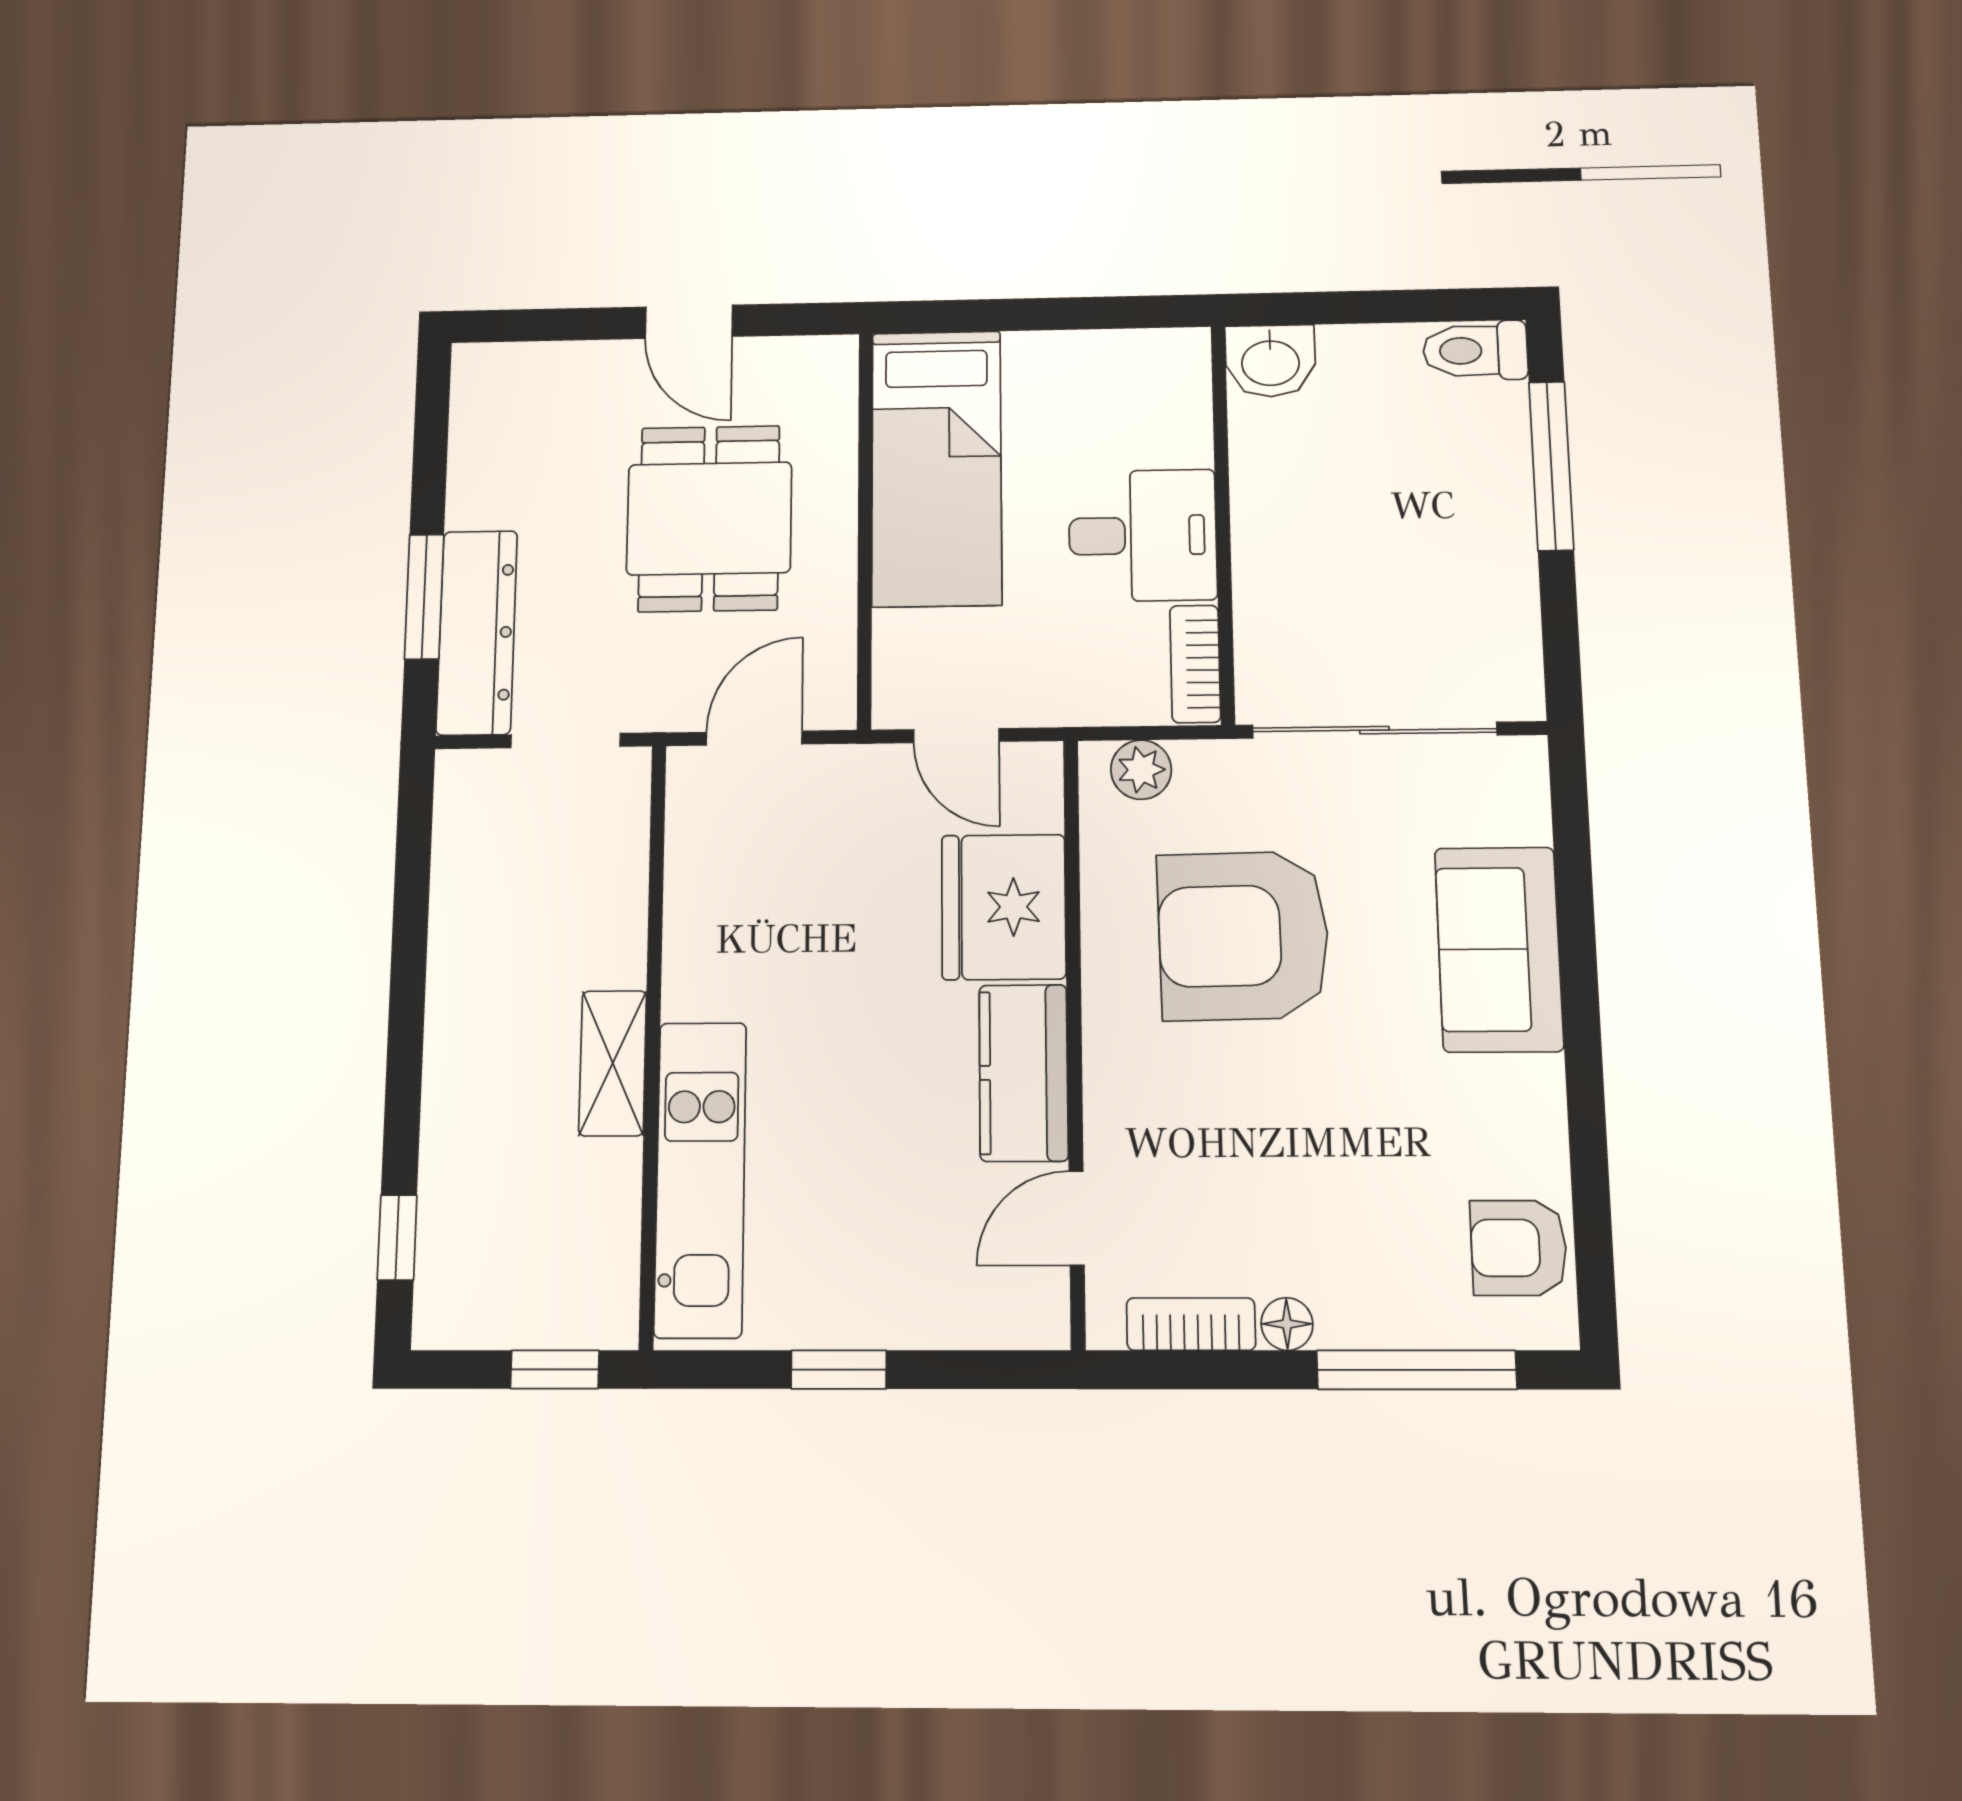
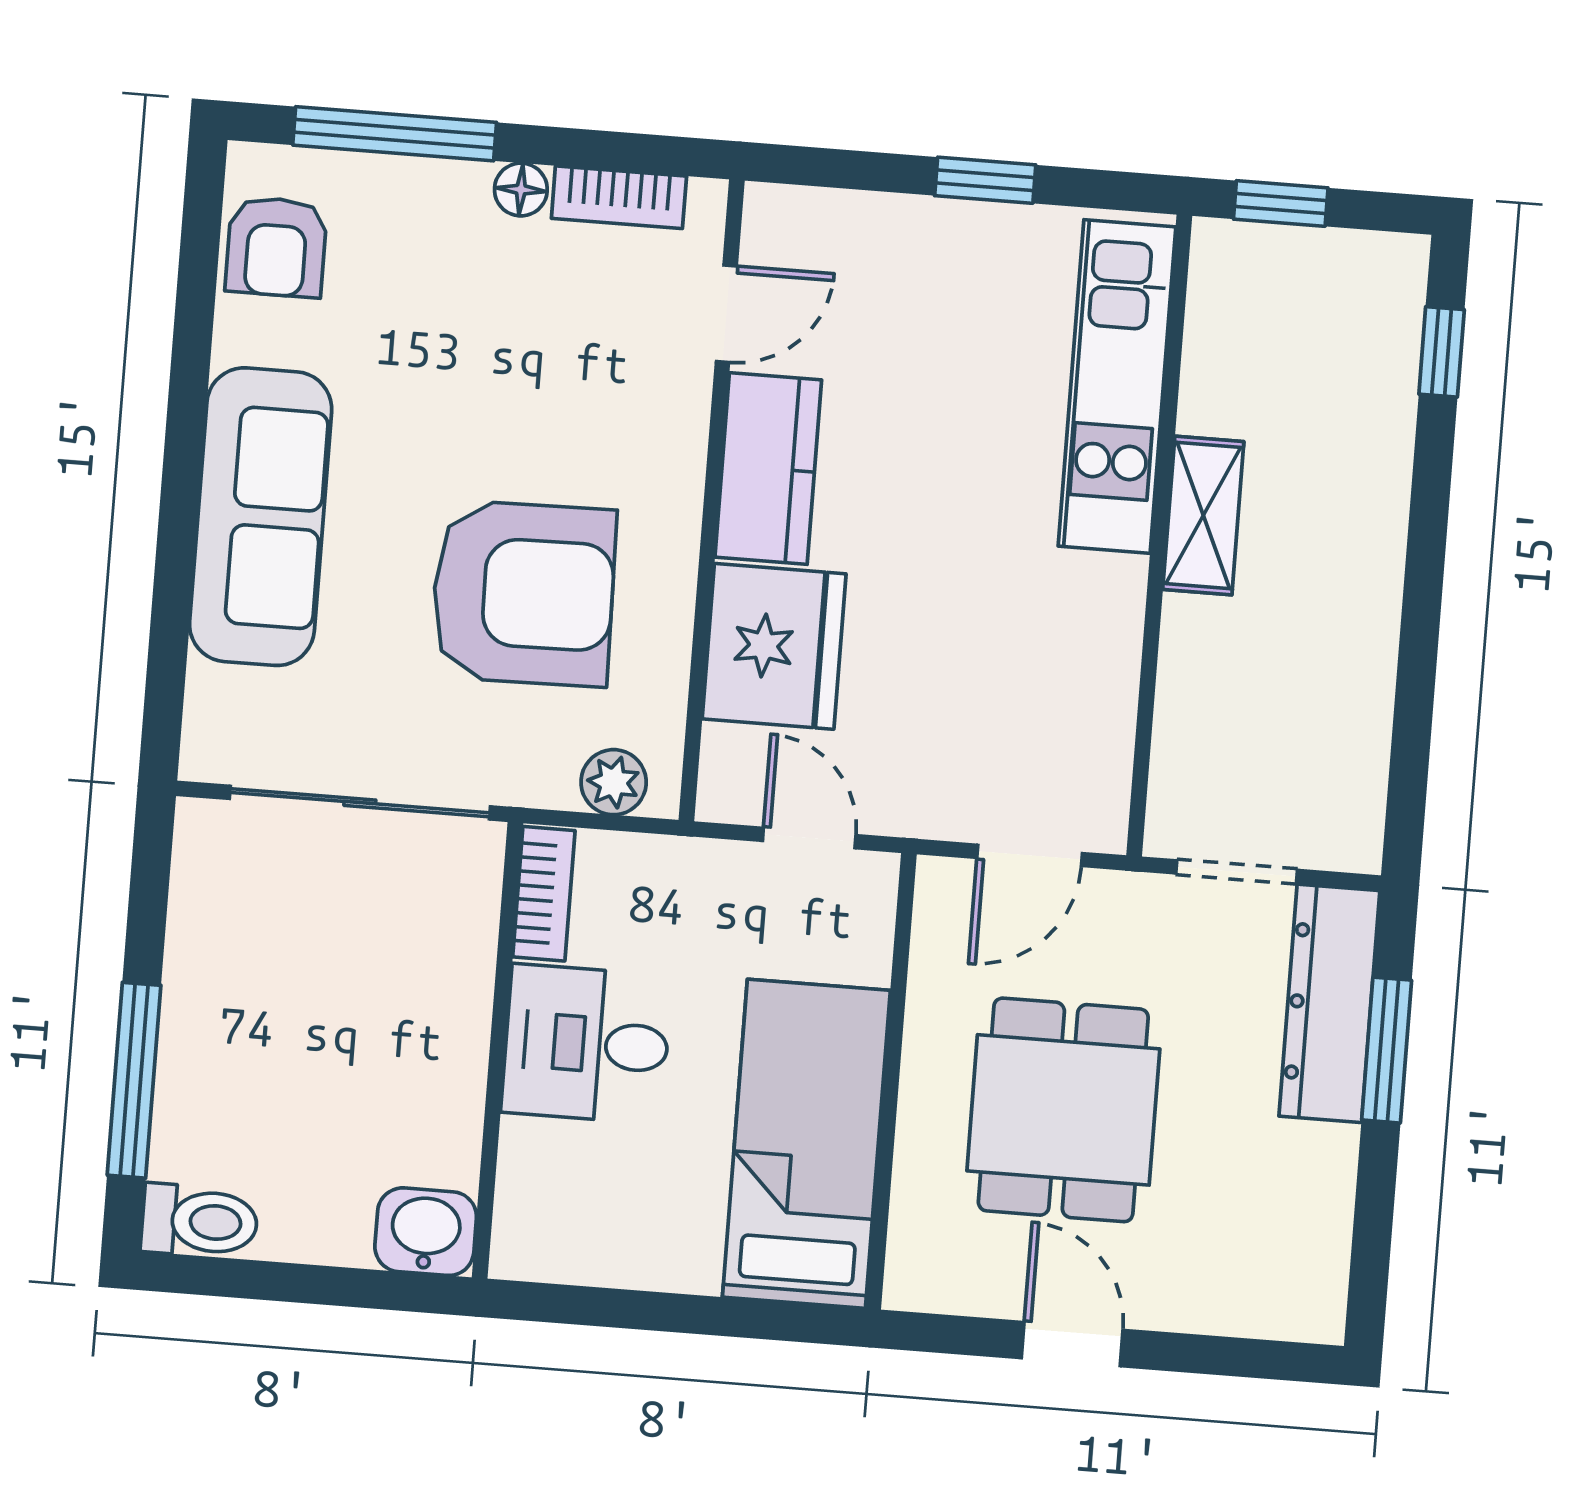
sofa: (1499, 949) -> (261, 517), width x1.36
armchair: (1519, 1248) -> (276, 247), turned 90

